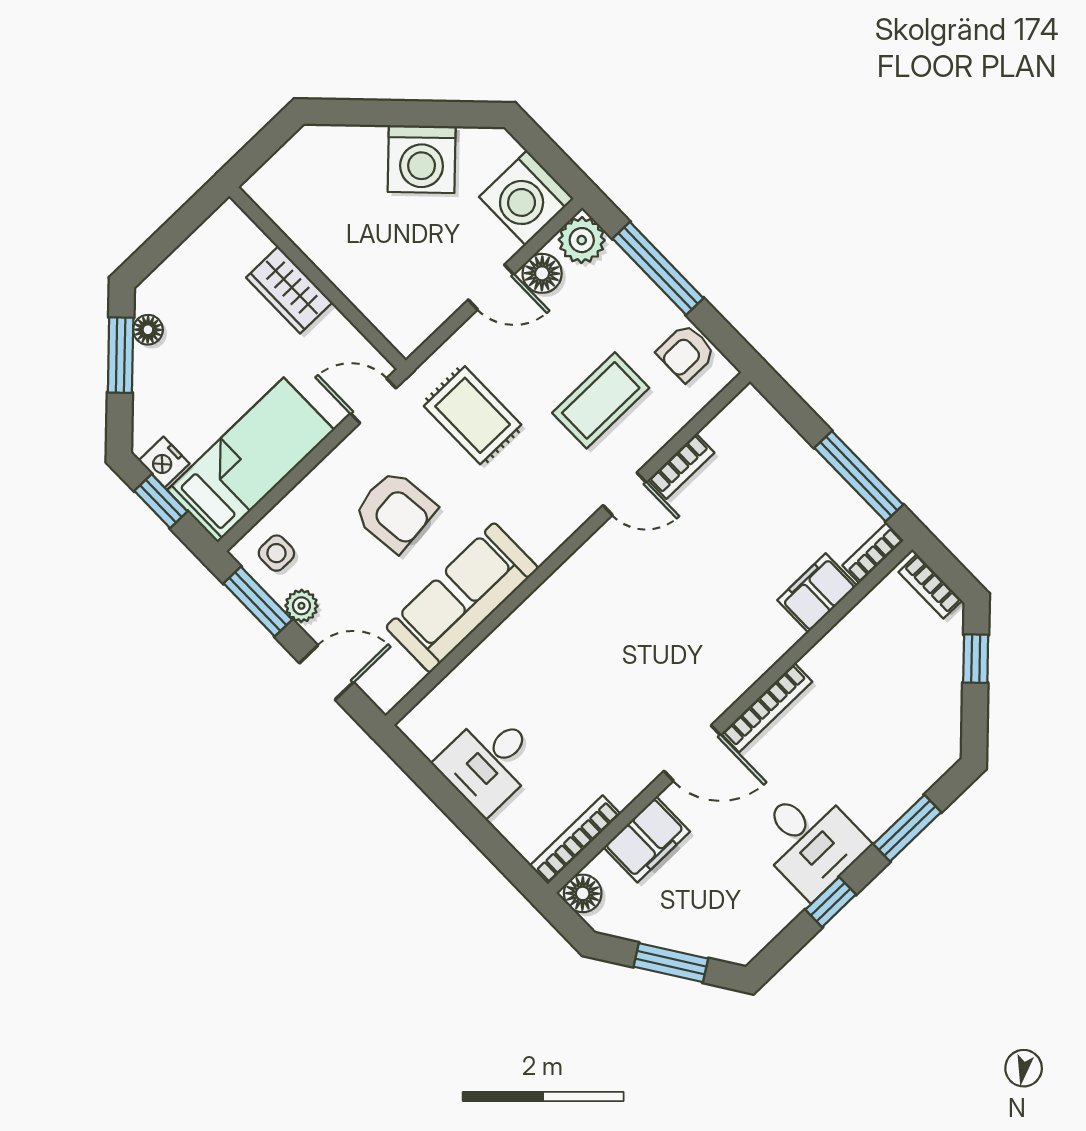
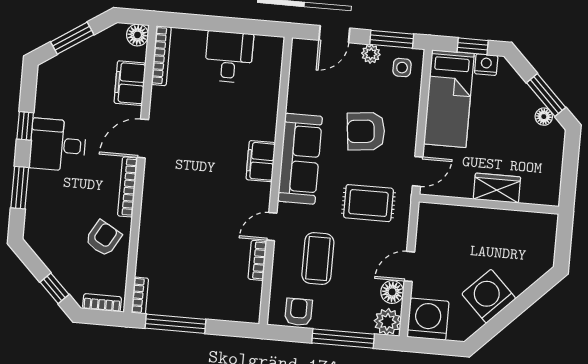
filing cabinet: (817, 593) -> (261, 161), moved, turned 180
sofa: (462, 598) -> (300, 159), moved
armchair: (856, 668) -> (103, 238), added

